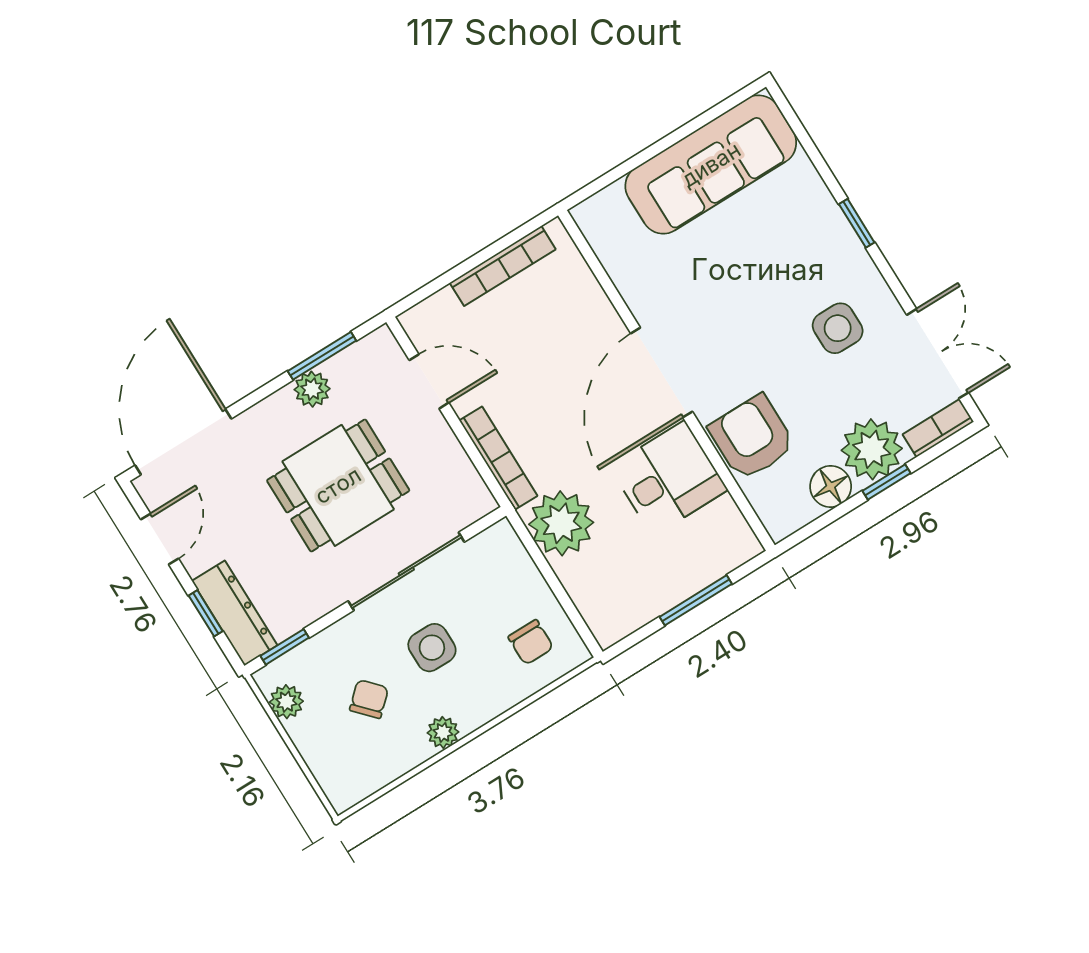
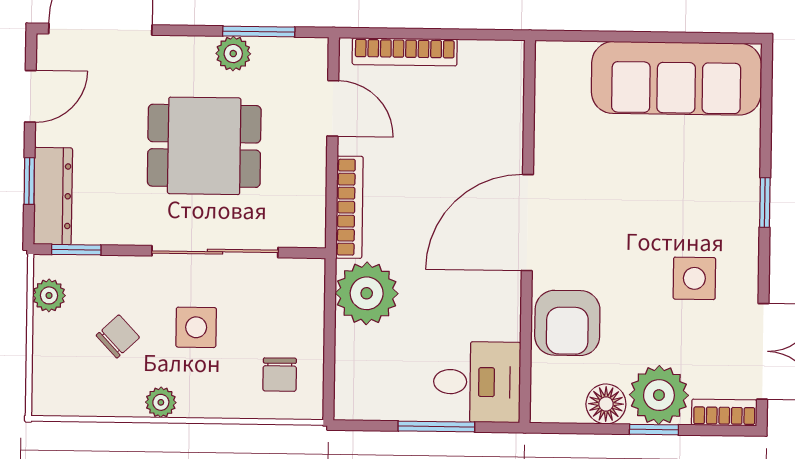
bookcase: (503, 266) -> (405, 52), moved
armchair: (752, 438) -> (567, 323), turned 180
desk: (669, 478) -> (477, 382), moved

